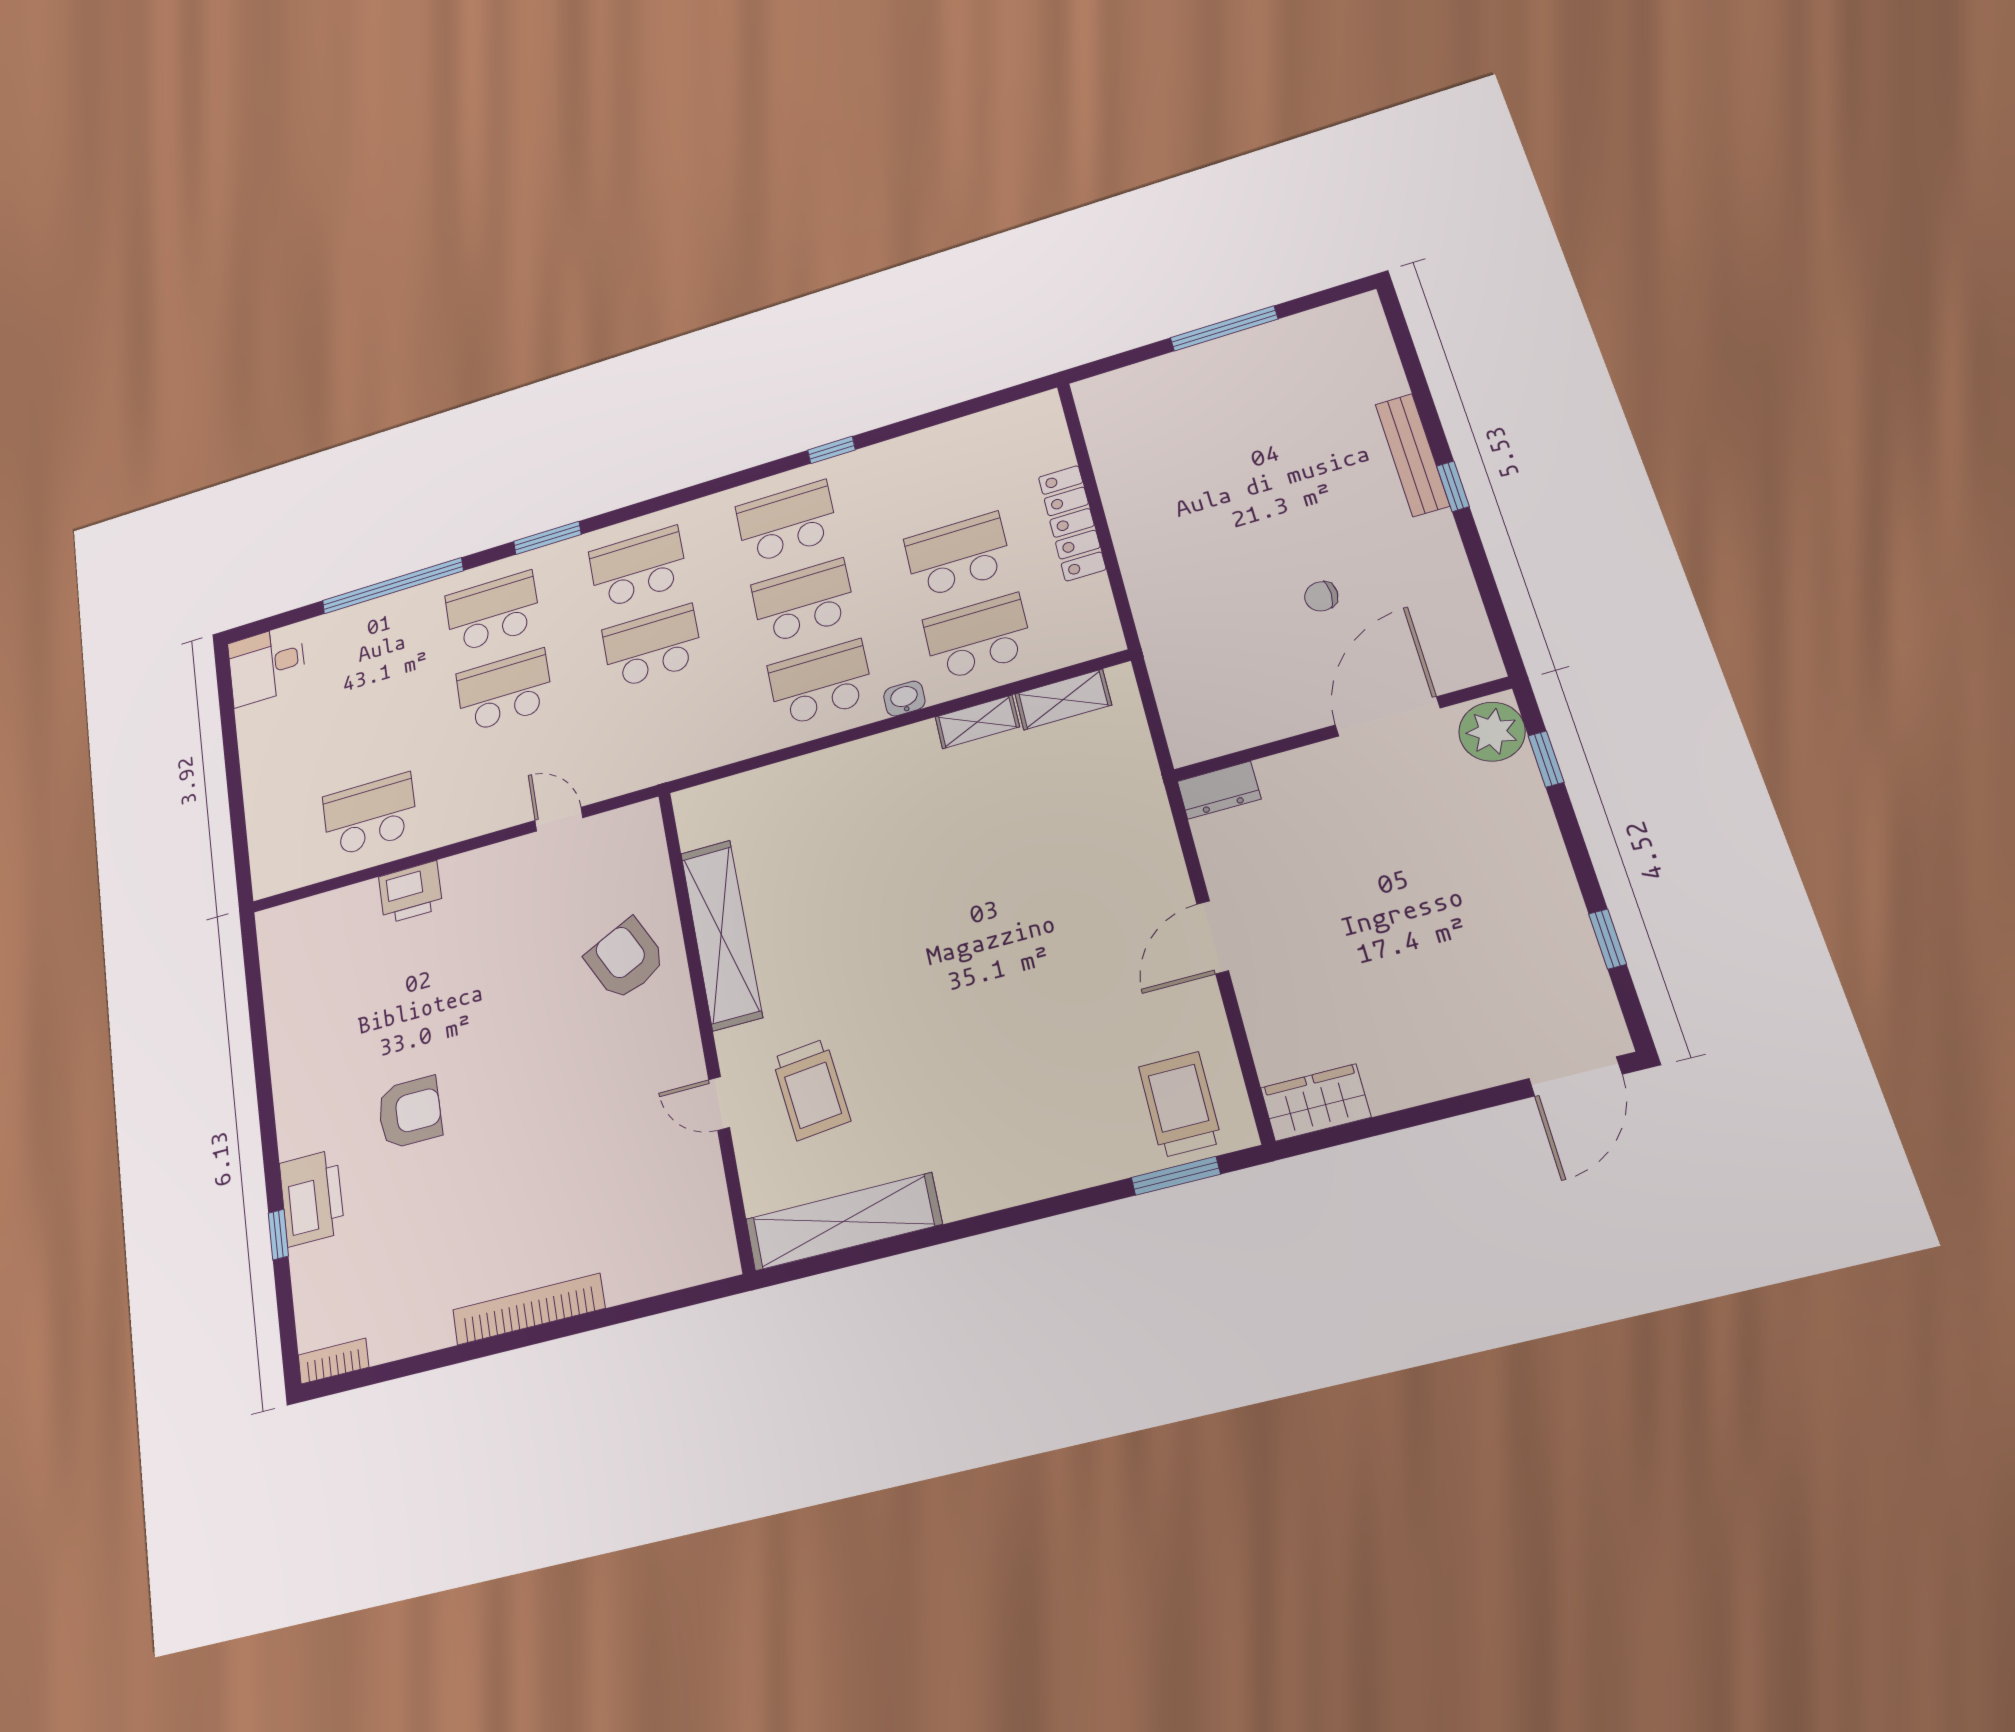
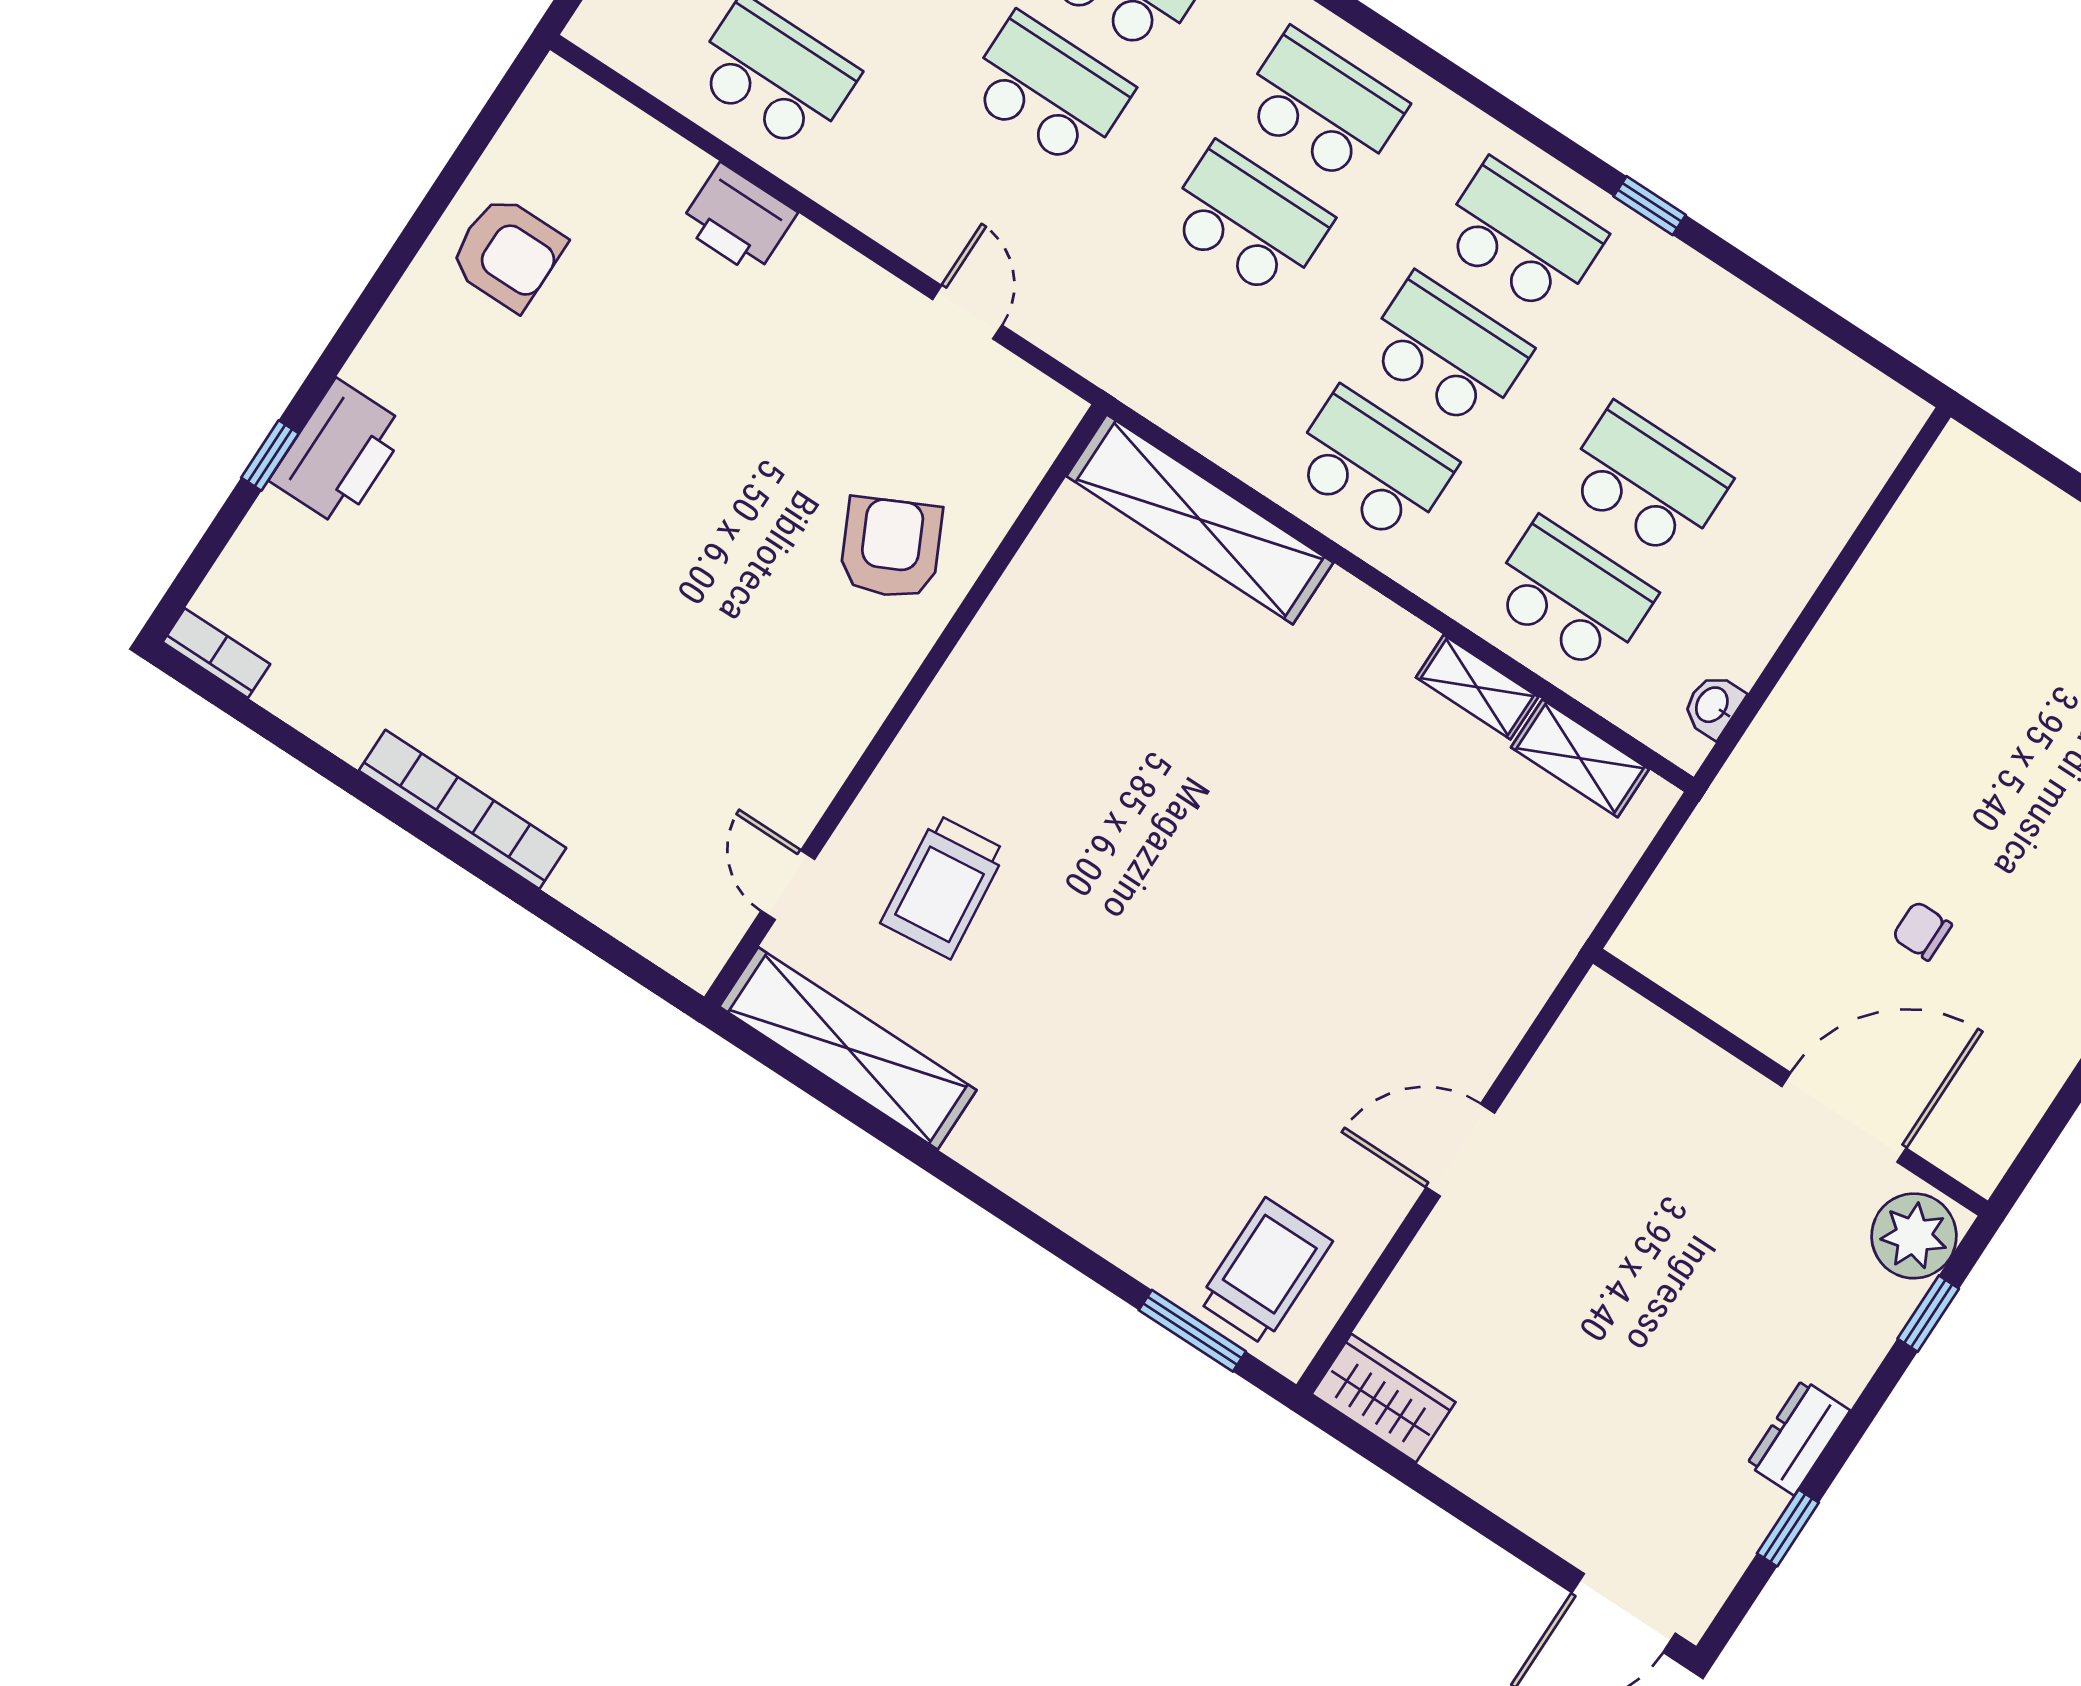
locker: (1072, 523) -> (1788, 578), removed
washbasin: (904, 699) -> (1713, 705), moved, turned -90
dresser: (1219, 790) -> (1798, 1437), moved, turned 90
shelving: (721, 934) -> (1200, 519), moved, turned 90
door: (719, 1103) -> (788, 885), moved
armchair: (410, 1113) -> (507, 253), moved

